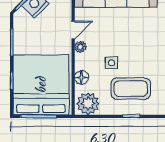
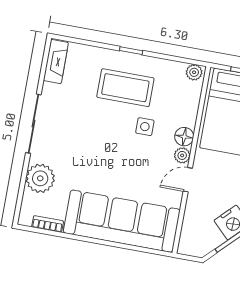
floor lamp: (81, 77) -> (184, 137), moved
plant: (88, 104) -> (194, 72), width x0.53, depth x0.53

